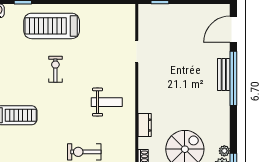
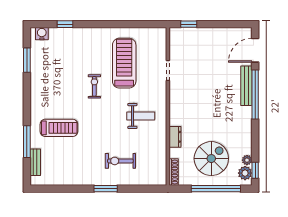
treadmill: (52, 26) -> (124, 63), moved, turned 90
bench: (224, 74) -> (246, 86), width x1.36

